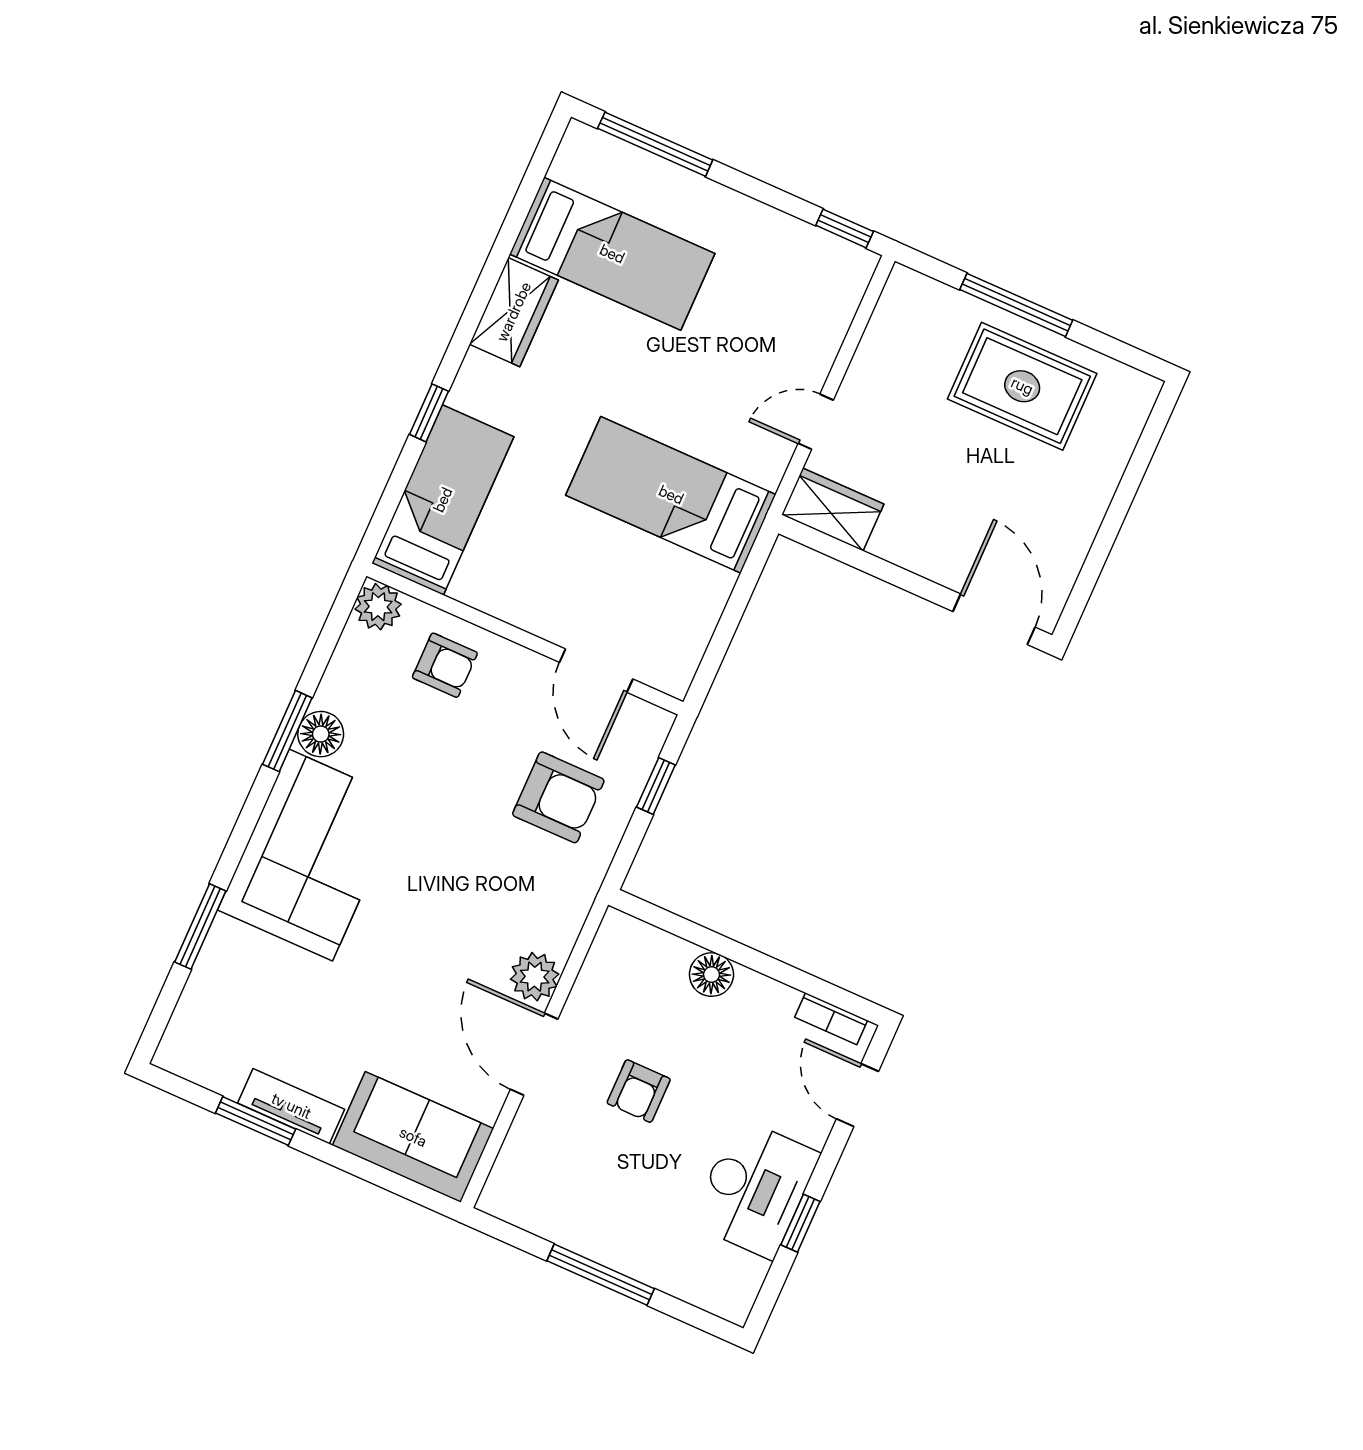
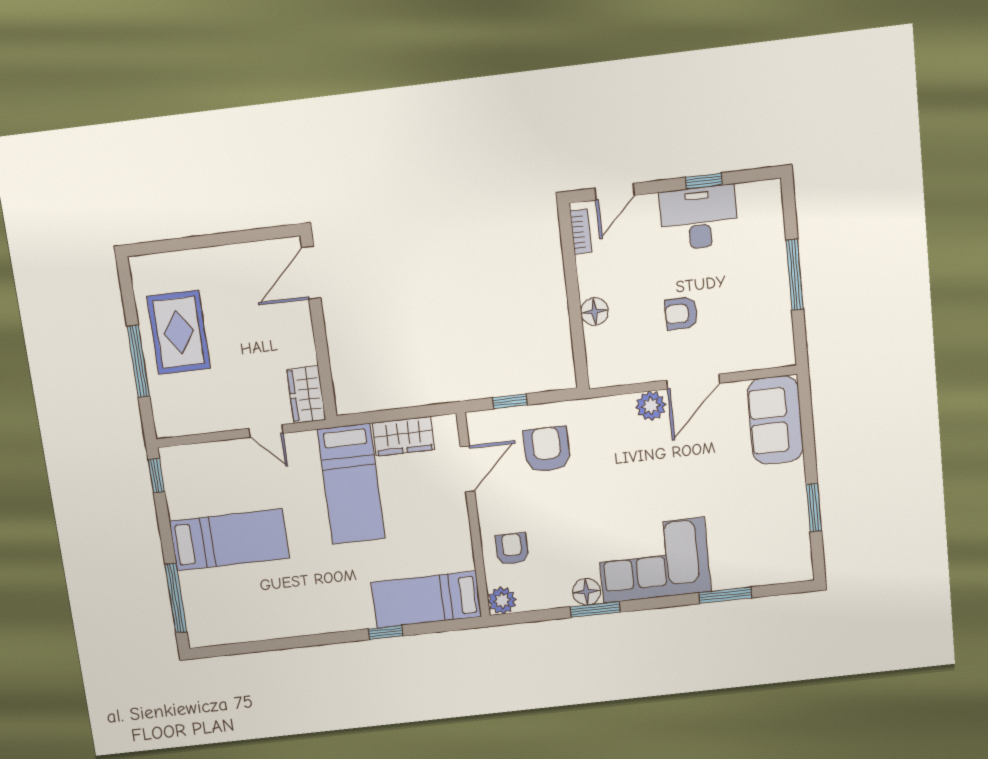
bed: (612, 254) -> (229, 540), moved, turned 90
wardrobe: (514, 312) -> (403, 436), moved, turned 180
armchair: (639, 1091) -> (681, 313), turned 180
tv unit: (291, 1106) -> (795, 494), removed

